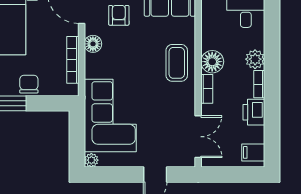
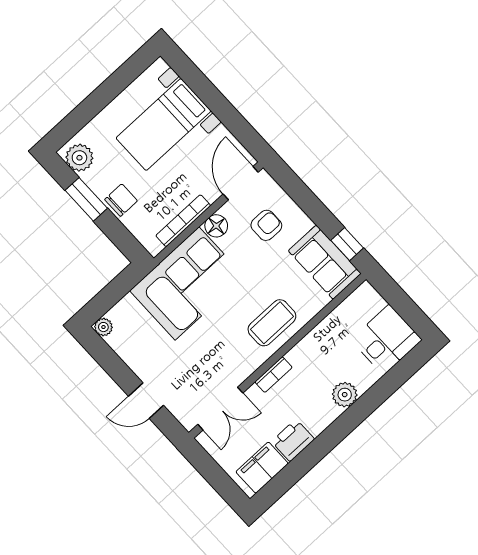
floor lamp: (212, 62) -> (304, 356), removed
bookcase: (259, 84) -> (325, 420), removed
corner sofa: (110, 115) -> (187, 283), moved
filing cabinet: (253, 152) -> (262, 468), width x2.00

